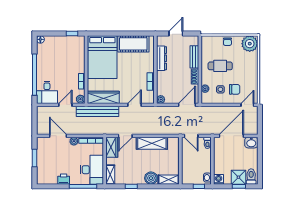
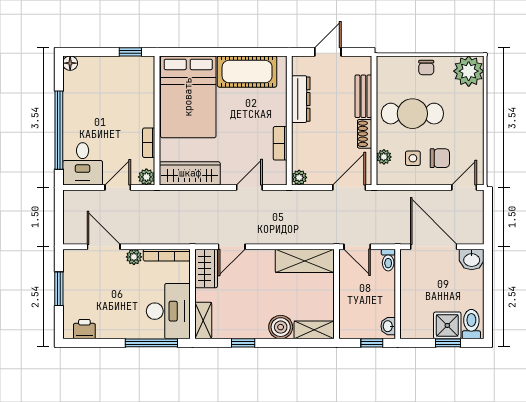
cafe table: (220, 66) -> (412, 114), width x1.37, depth x1.35
bench: (98, 111) -> (179, 200), removed
door: (231, 136) -> (434, 247), hinge flipped
shelving: (152, 143) -> (305, 261), moved
printer: (64, 179) -> (84, 329), moved
washing machine: (219, 179) -> (409, 330), removed

